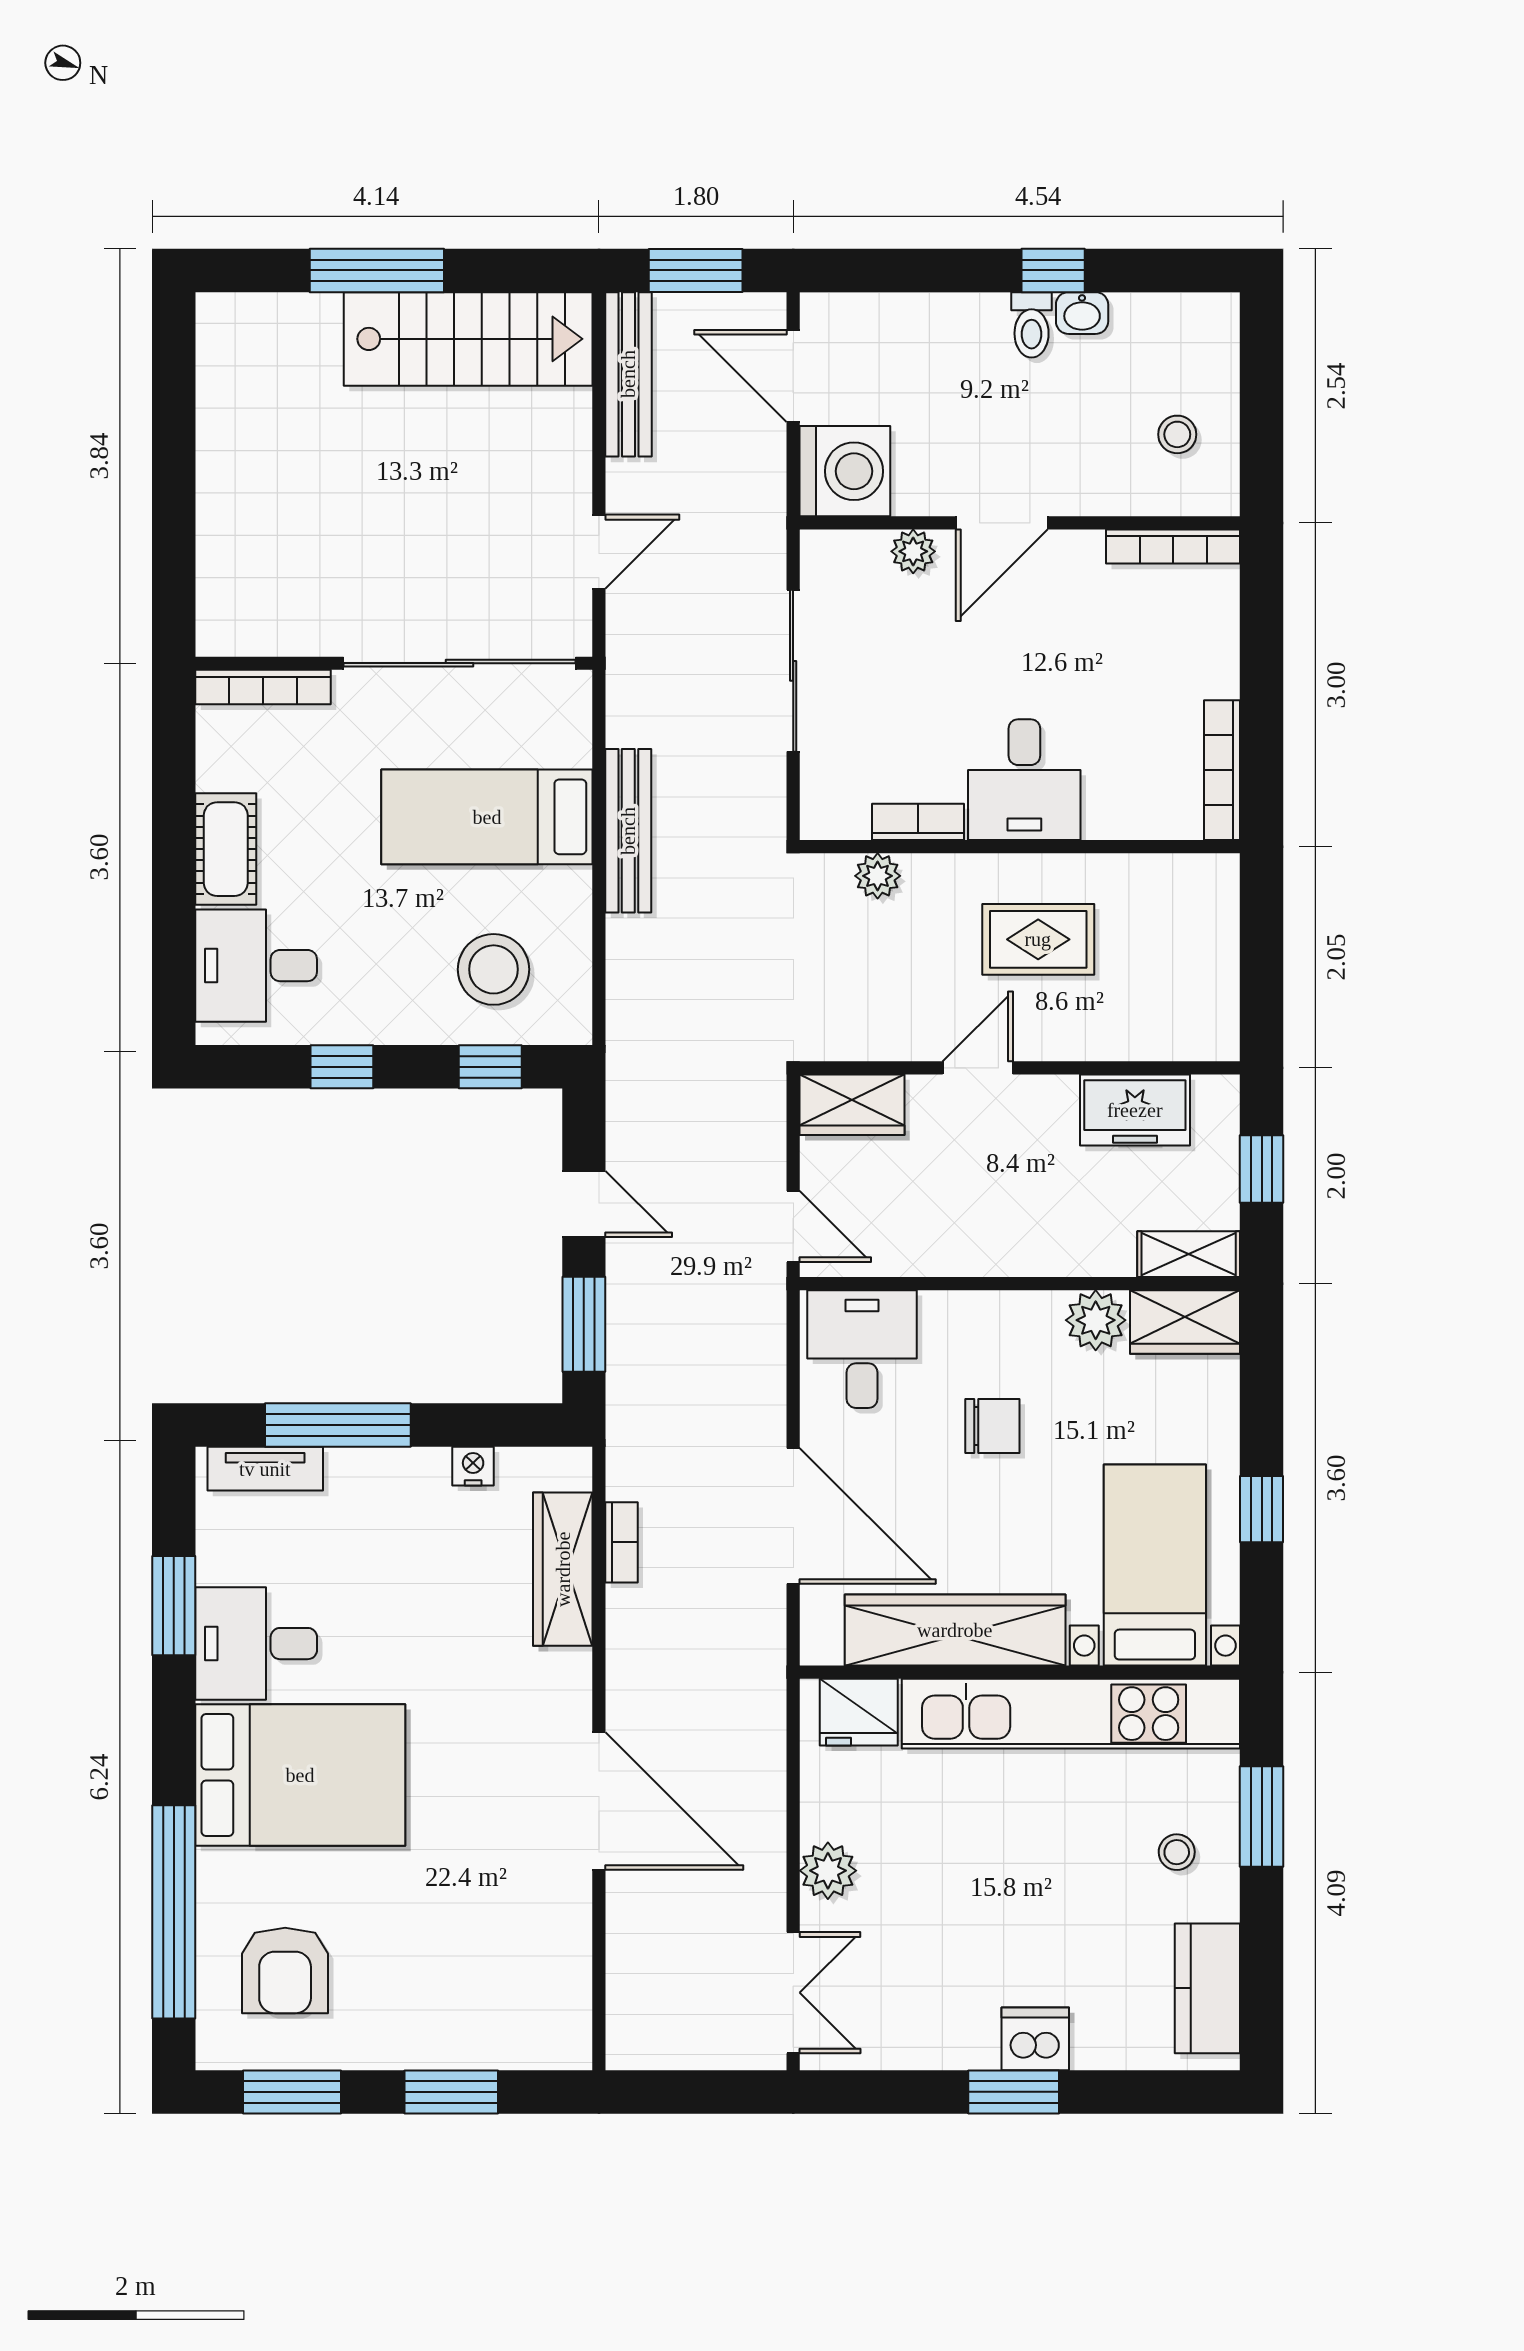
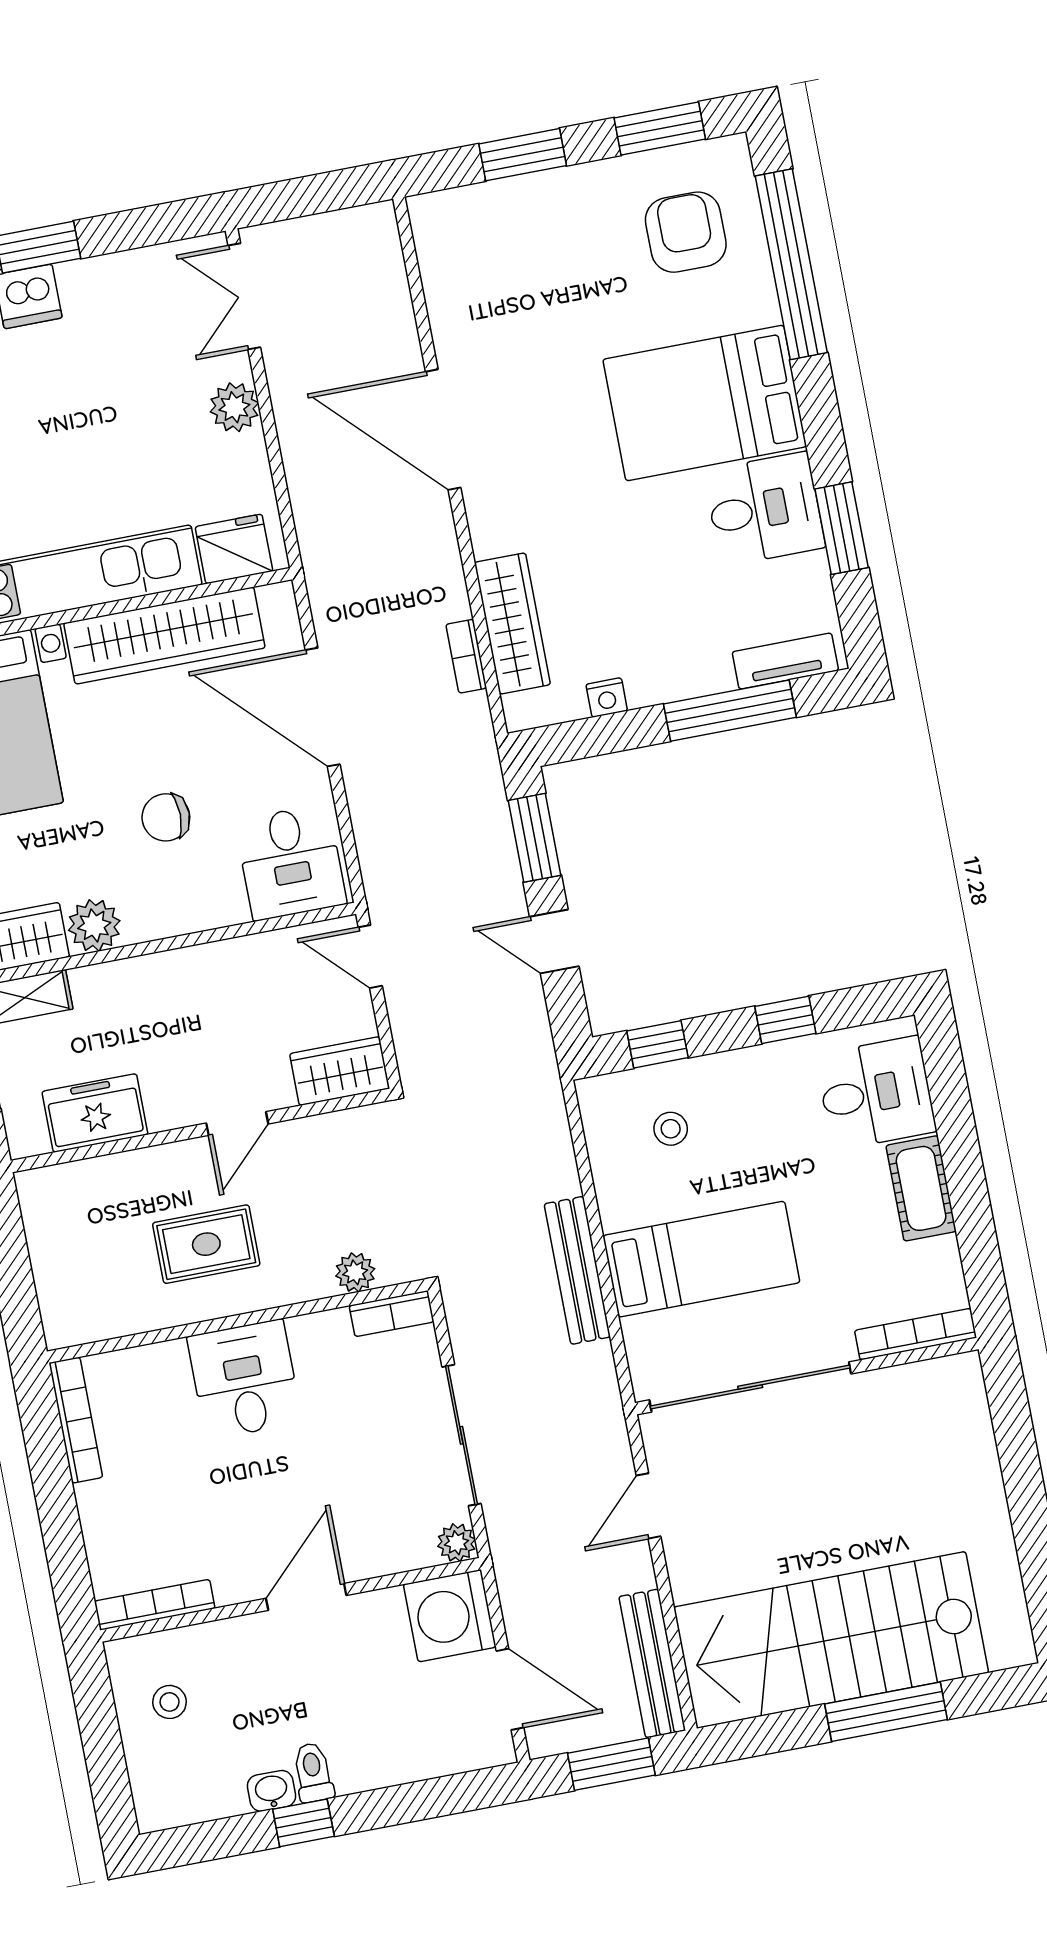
stairs: (468, 339) -> (831, 1640), width x1.36, depth x1.51
plant: (913, 551) -> (457, 1543), moved
bookcase: (918, 822) -> (392, 1314), moved
stool: (494, 969) -> (671, 1129), width x0.53, depth x0.53

